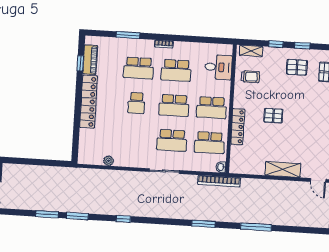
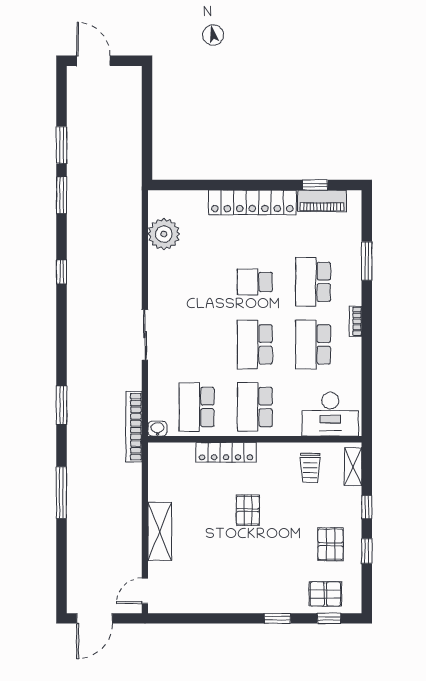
desk: (218, 67) -> (330, 414), width x1.37
school desk: (172, 140) -> (197, 344), removed
plant: (108, 161) -> (164, 234), width x1.88, depth x1.88

